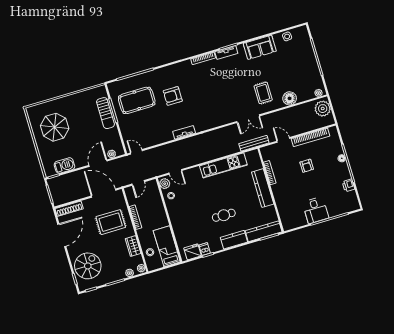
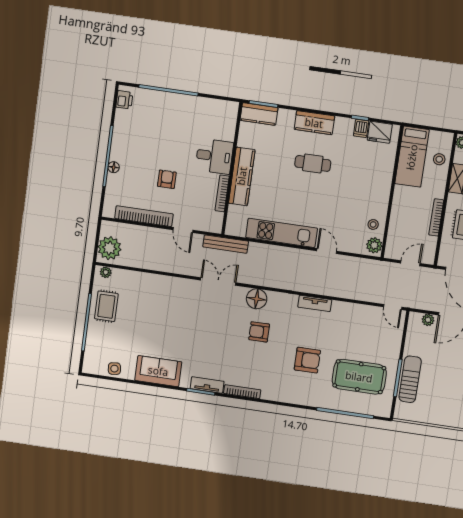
rug: (263, 93) -> (106, 306), moved
floor lamp: (290, 98) -> (257, 299), moved
armchair: (210, 100) -> (259, 332), added
door: (175, 172) -> (327, 251), moved
printer: (348, 185) -> (124, 100), moved
desk: (316, 210) -> (214, 156), moved, turned 90
kitchen counter: (264, 231) -> (259, 114), width x0.67

